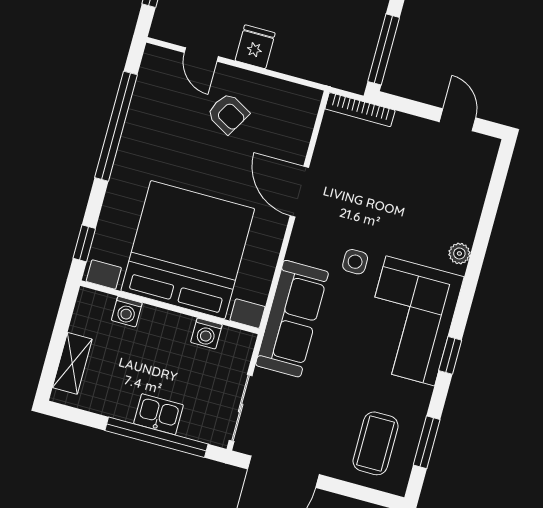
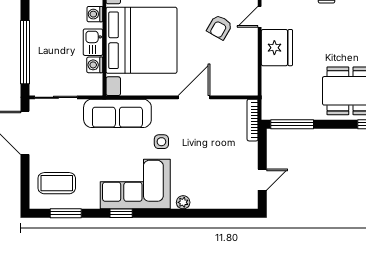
fridge: (255, 47) -> (277, 48), width x1.88, depth x1.34
armchair: (228, 113) -> (220, 27), moved
kitchen sink: (159, 414) -> (93, 42), moved, turned 180

